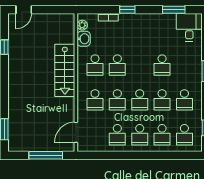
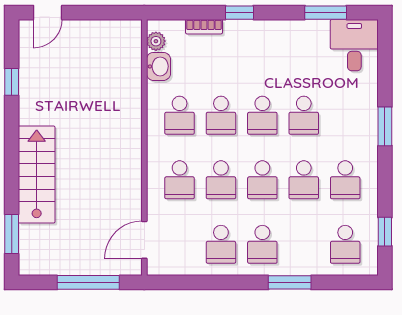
stairs: (65, 70) -> (37, 175), moved, turned 180
school desk: (162, 135) -> (262, 115), moved
window: (154, 155) -> (290, 282), added

